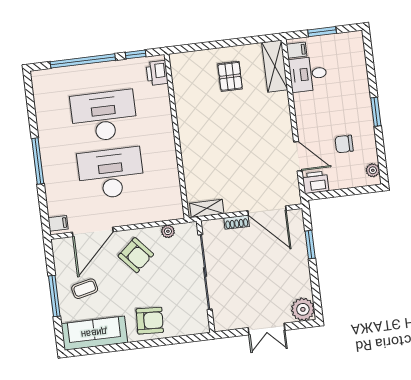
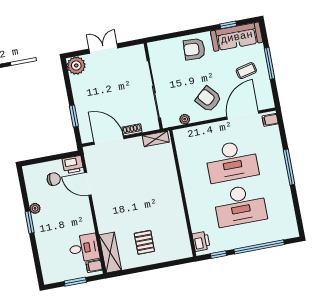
chair: (344, 144) -> (54, 179), moved
plant: (373, 170) -> (35, 208), moved
window: (104, 349) -> (228, 25), added

